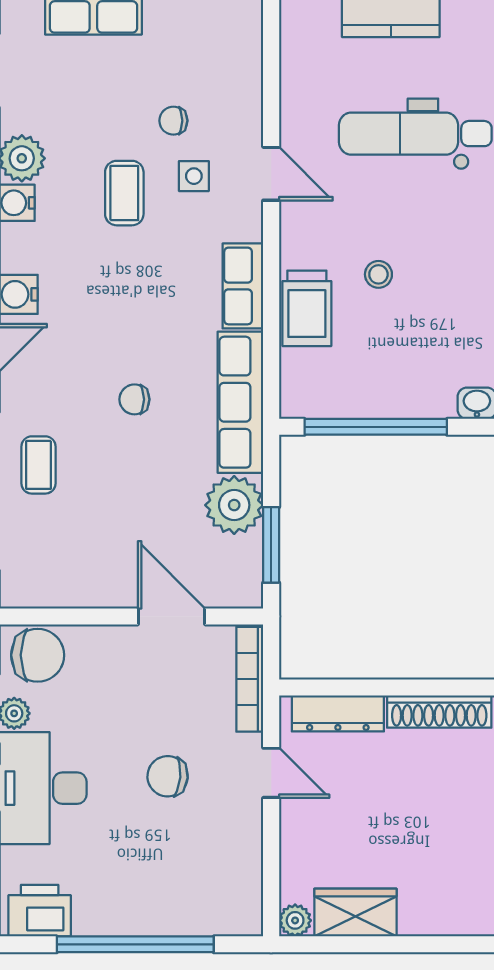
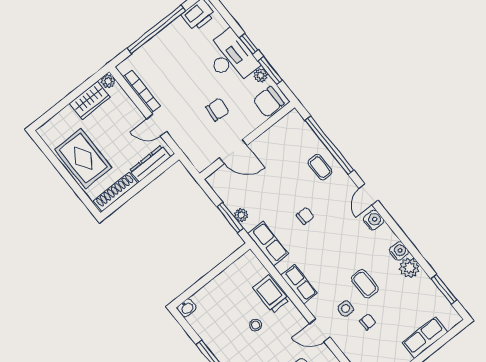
row of seats: (240, 402) -> (268, 244), width x0.68
window: (376, 427) -> (215, 272), removed
plant: (234, 505) -> (241, 215), width x0.53, depth x0.53
window: (271, 545) -> (230, 218), moved
bookcase: (250, 679) -> (142, 92), moved
chair: (168, 776) -> (217, 110), moved
rug: (450, 818) -> (83, 158), added

